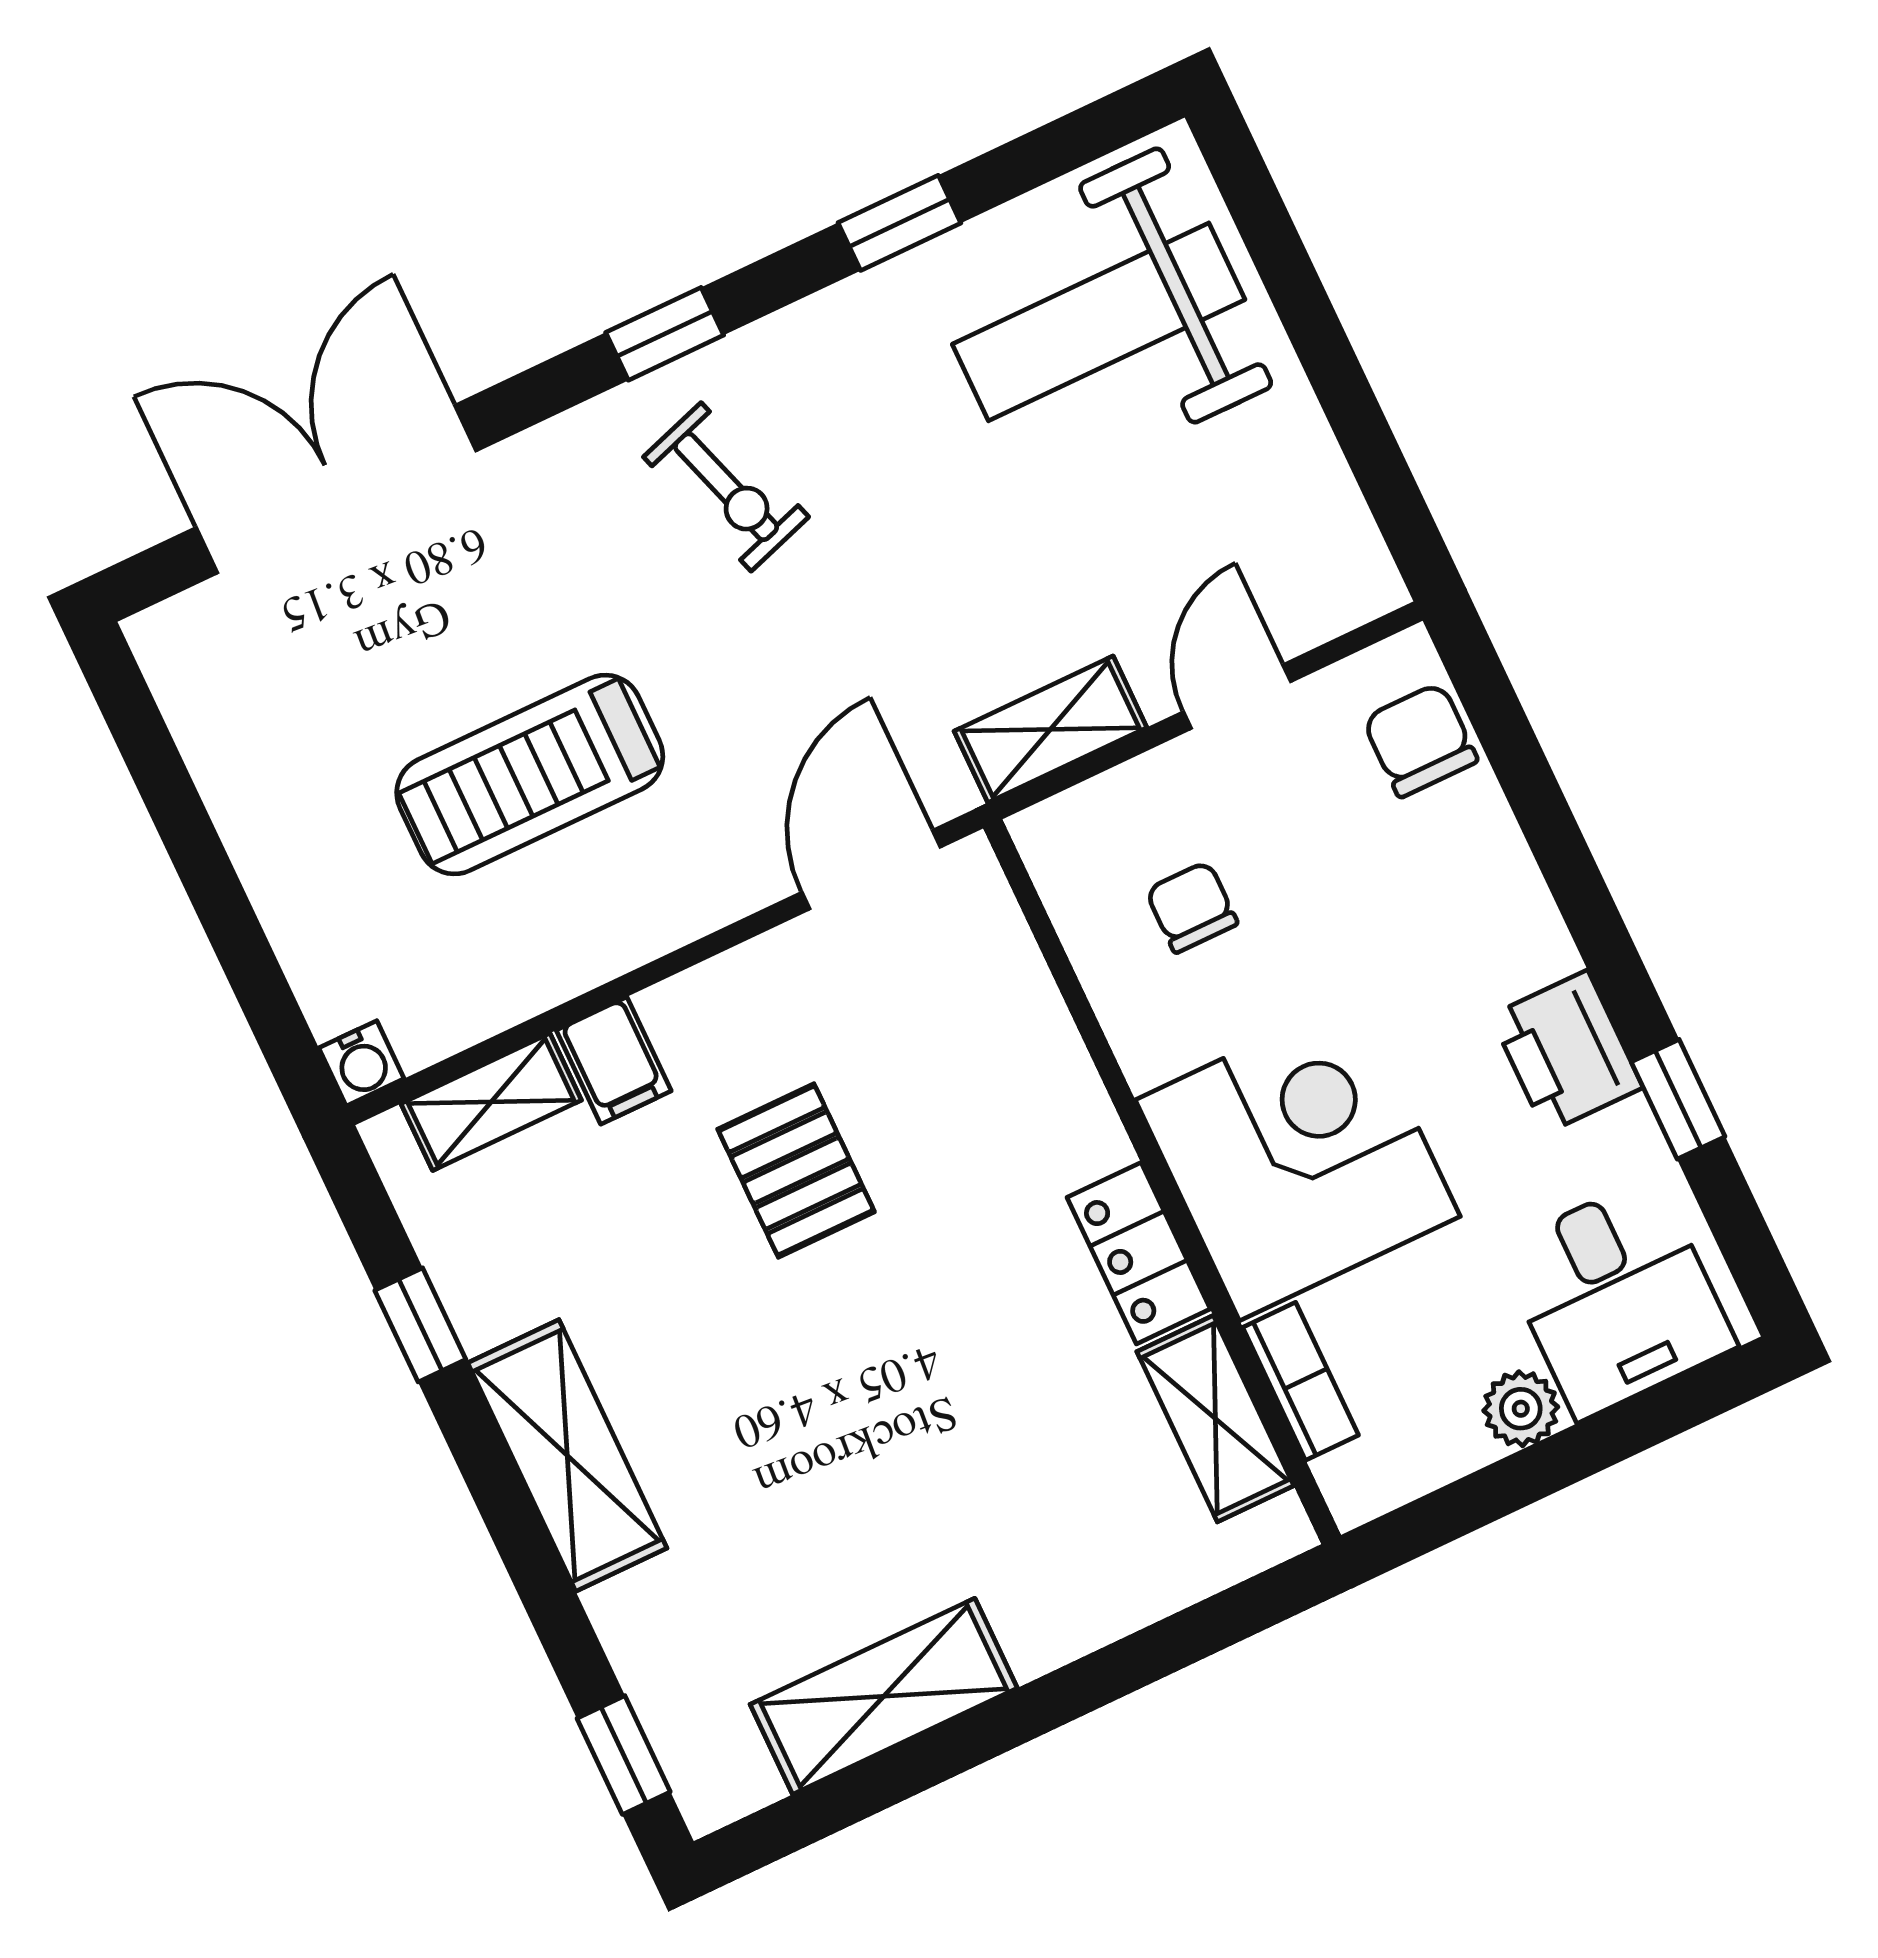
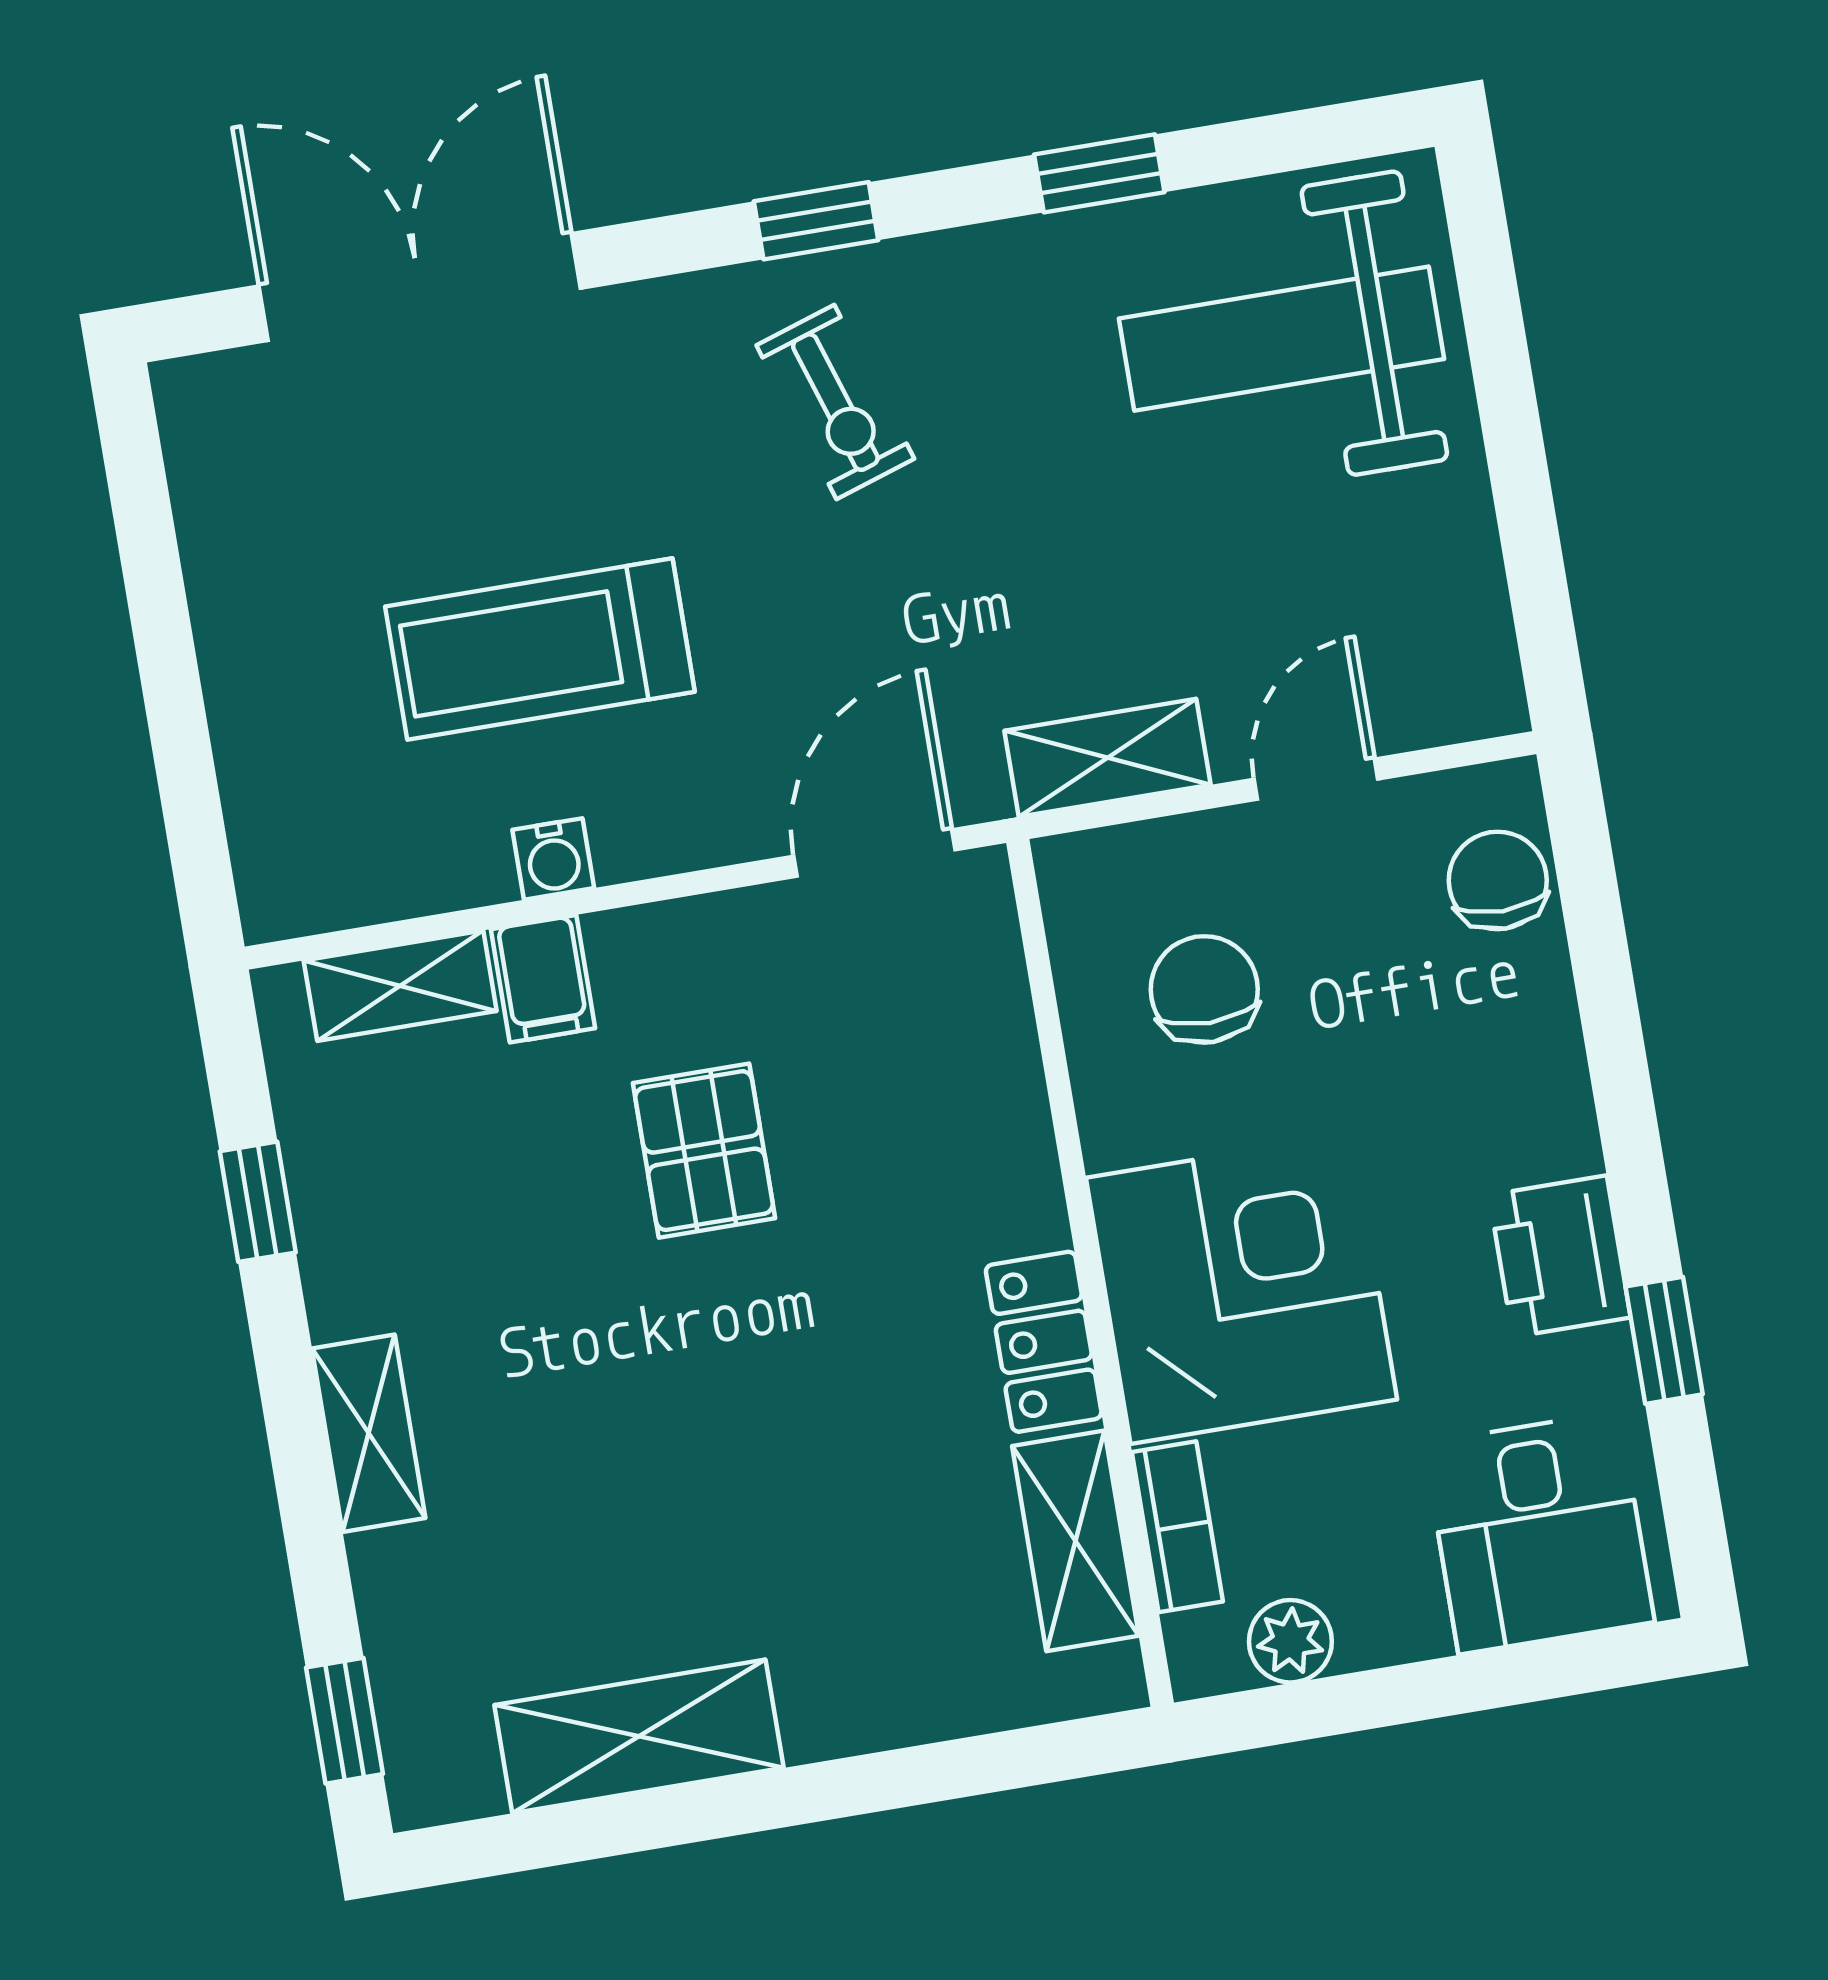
chair: (1192, 907) -> (1204, 989), width x1.37, depth x1.37
water cooler: (361, 1063) -> (553, 859), moved
plant: (1521, 1409) -> (1290, 1641), moved
shelving: (567, 1455) -> (369, 1433), width x0.67, depth x0.75

